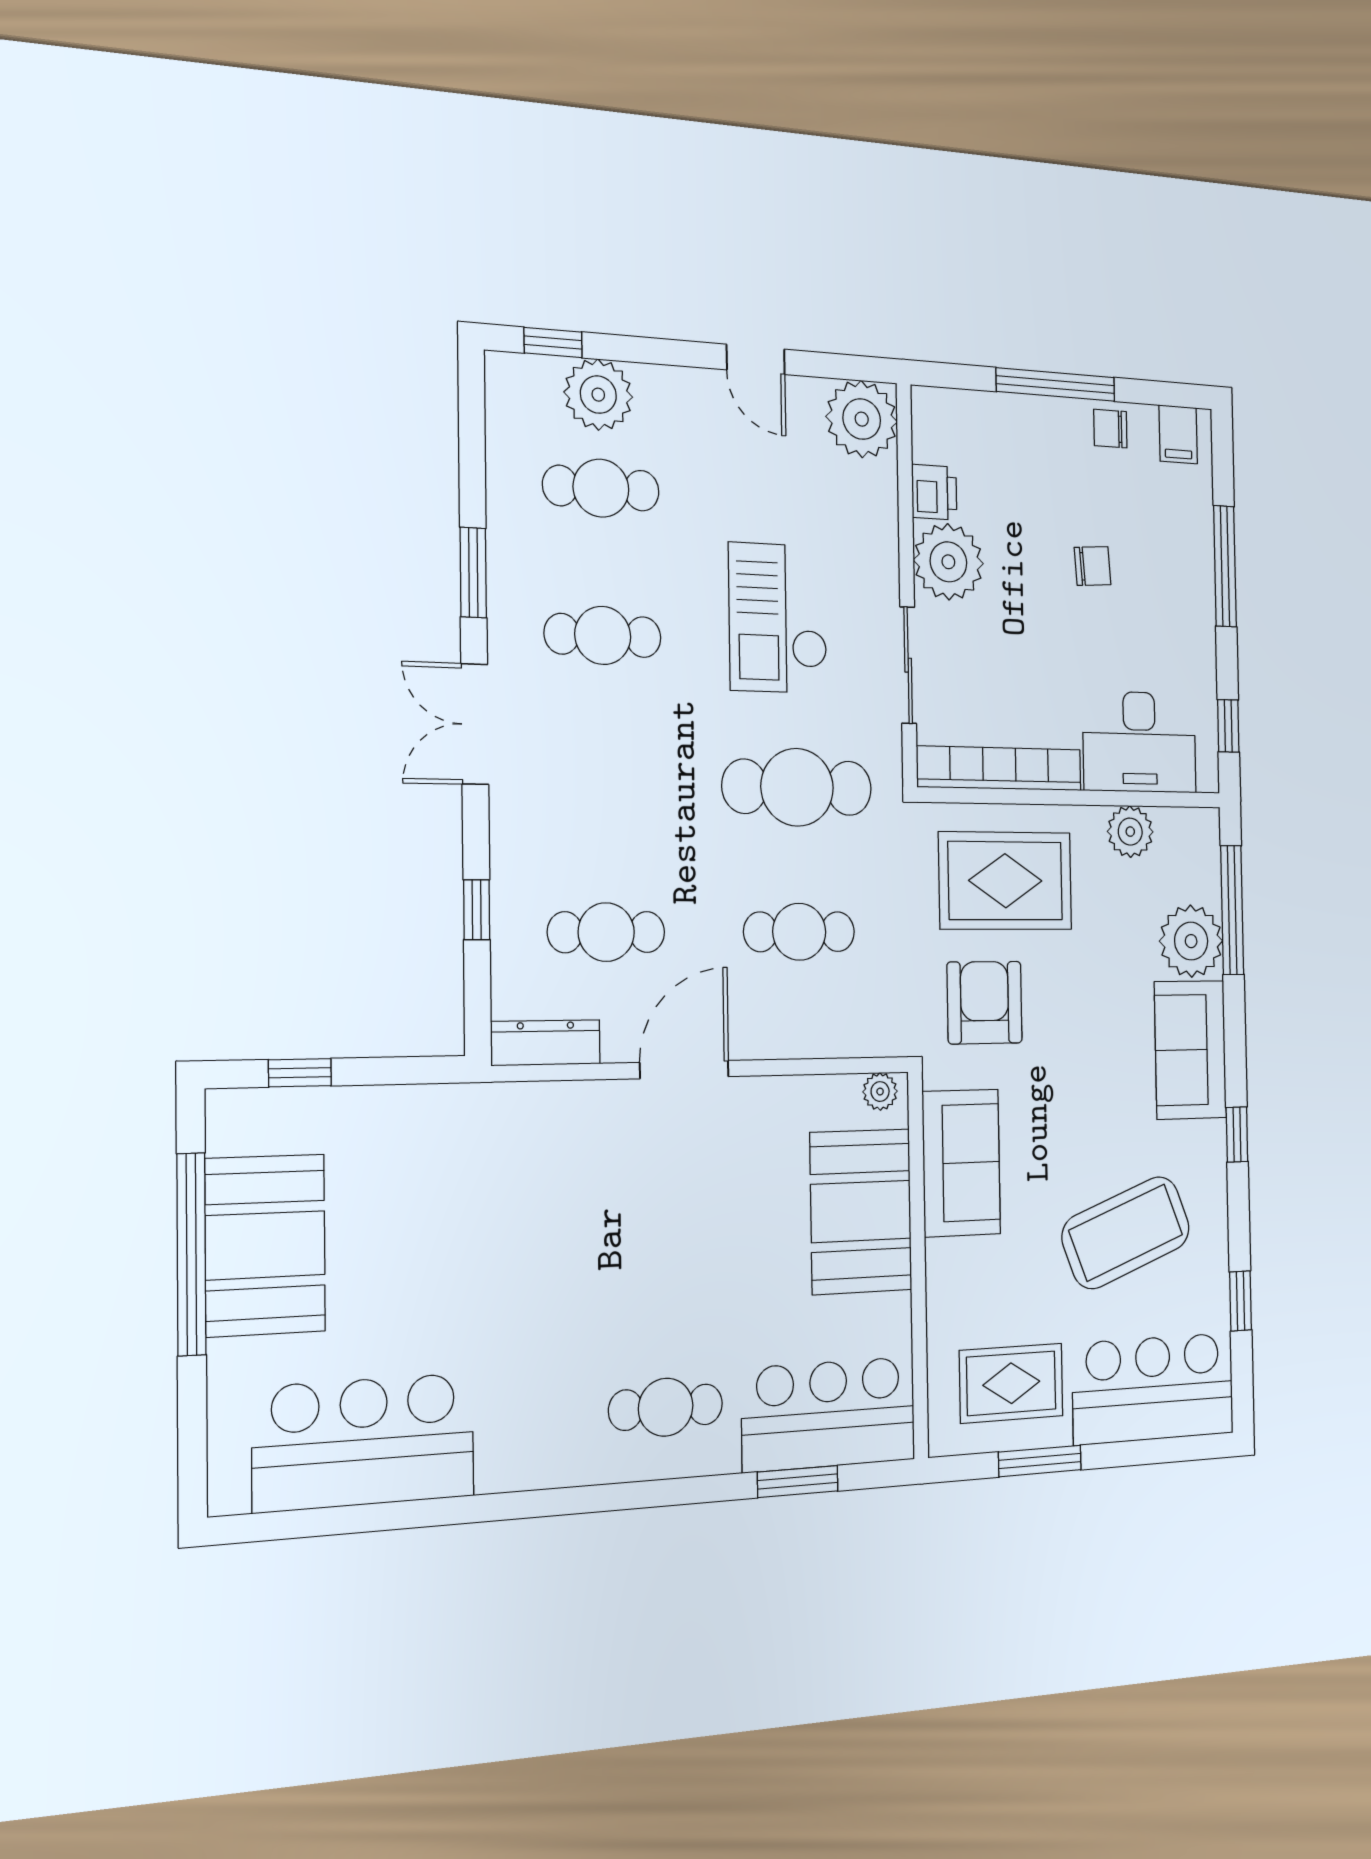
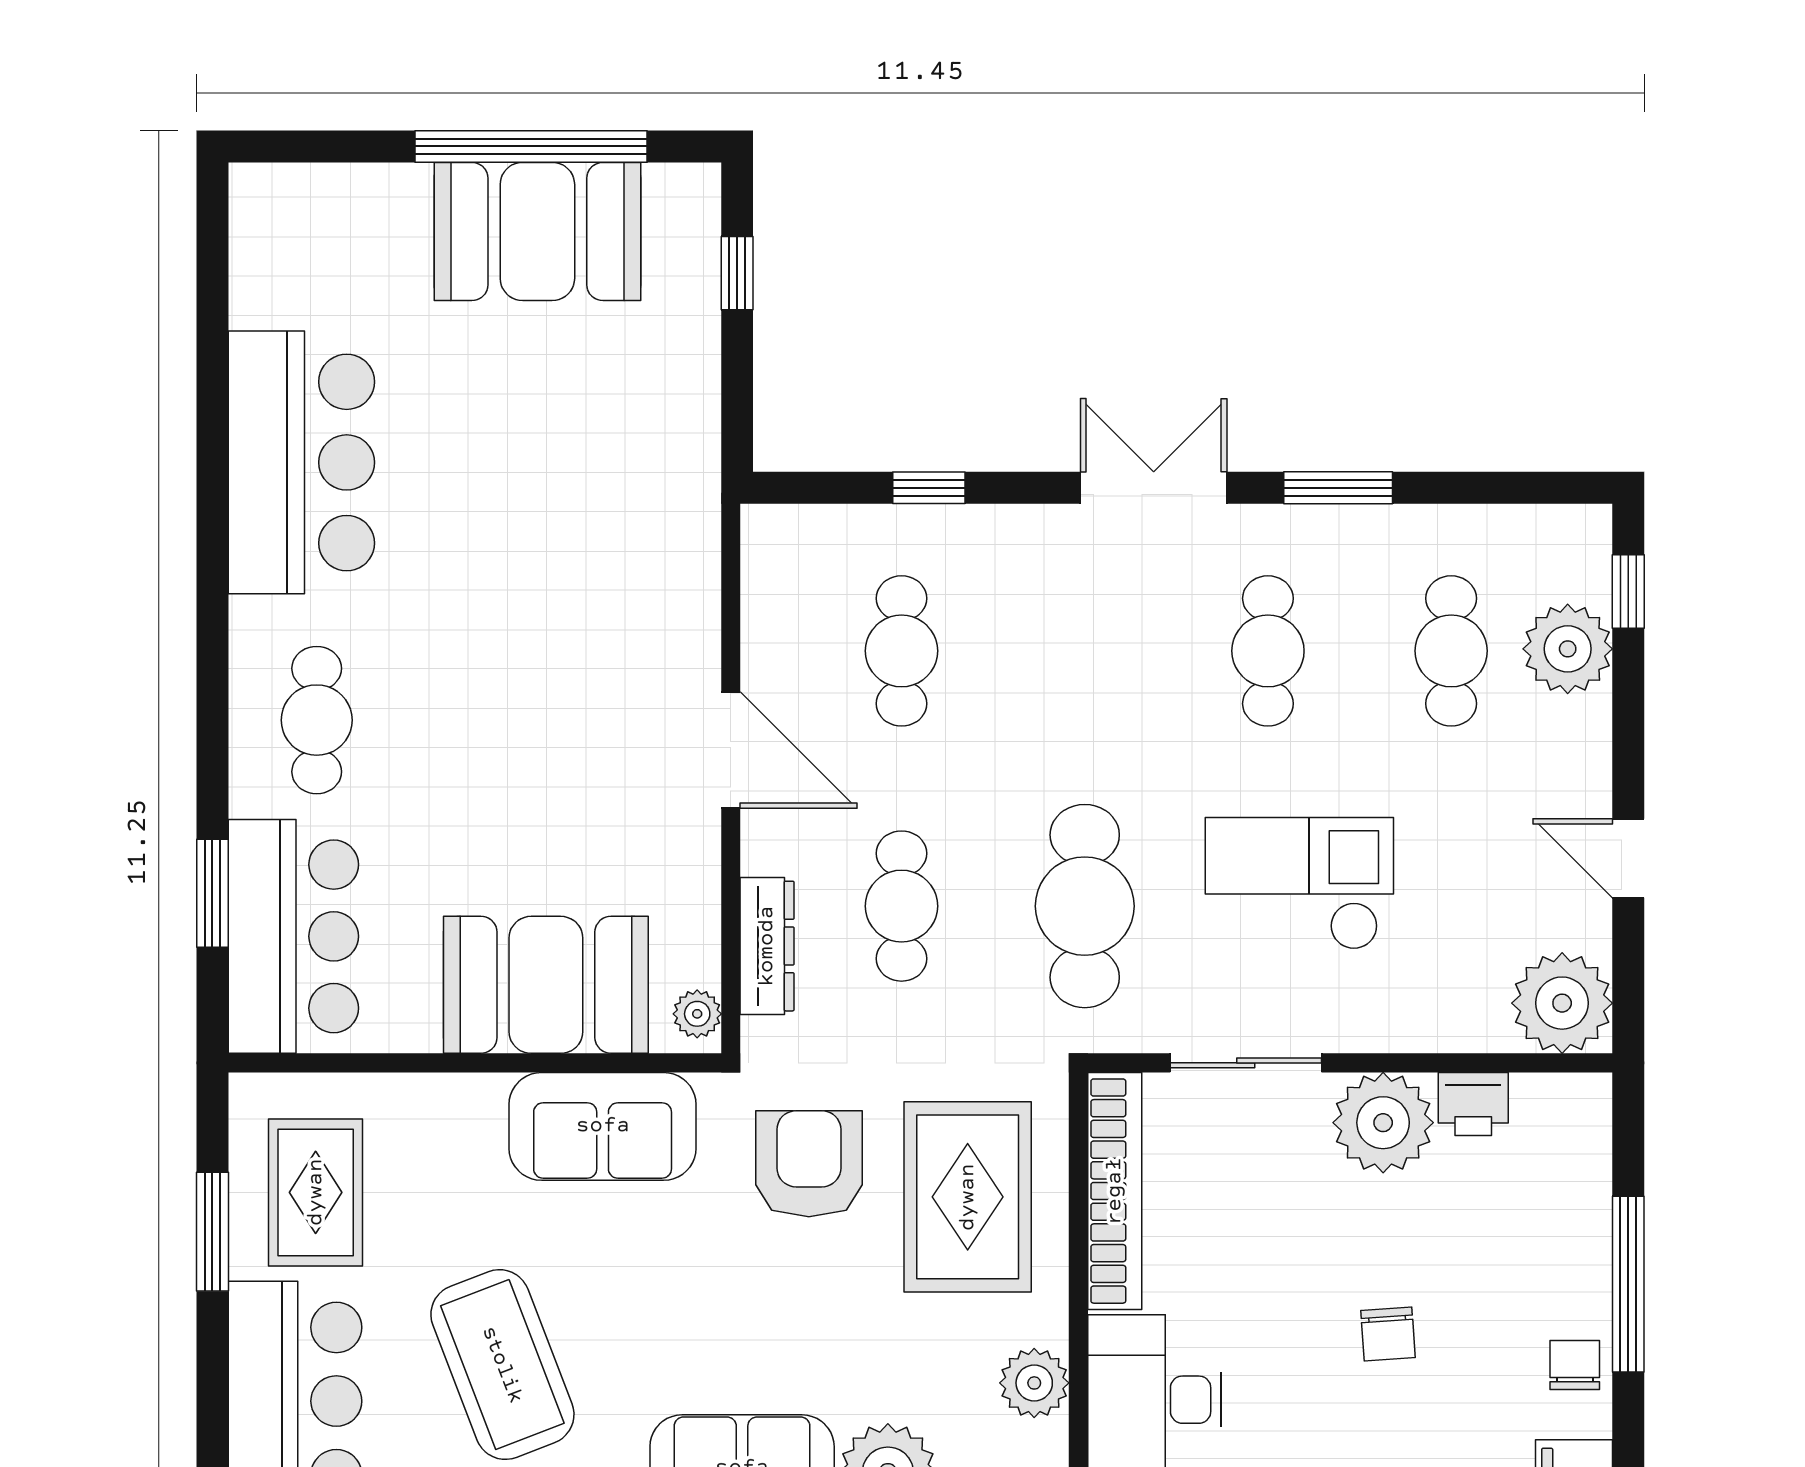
door: (756, 359) -> (1628, 858), hinge flipped
armchair: (985, 1003) -> (809, 1164), turned -90
dresser: (546, 1043) -> (767, 946), moved
bar counter: (364, 1442) -> (301, 462), moved

